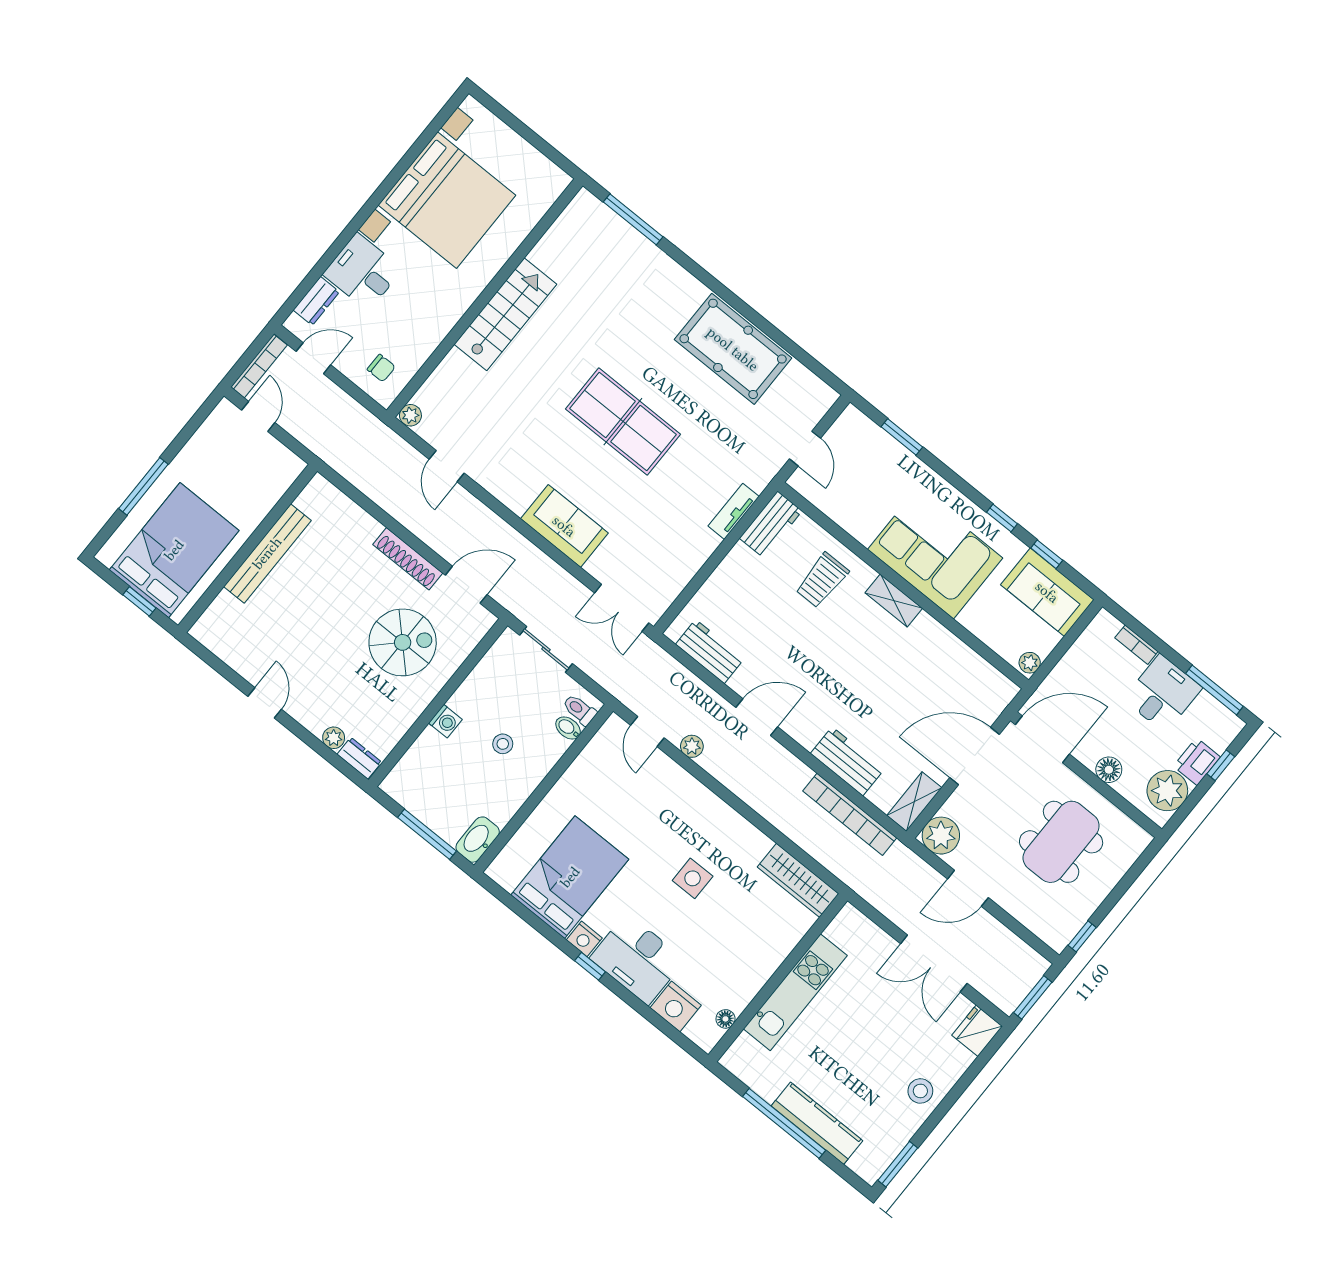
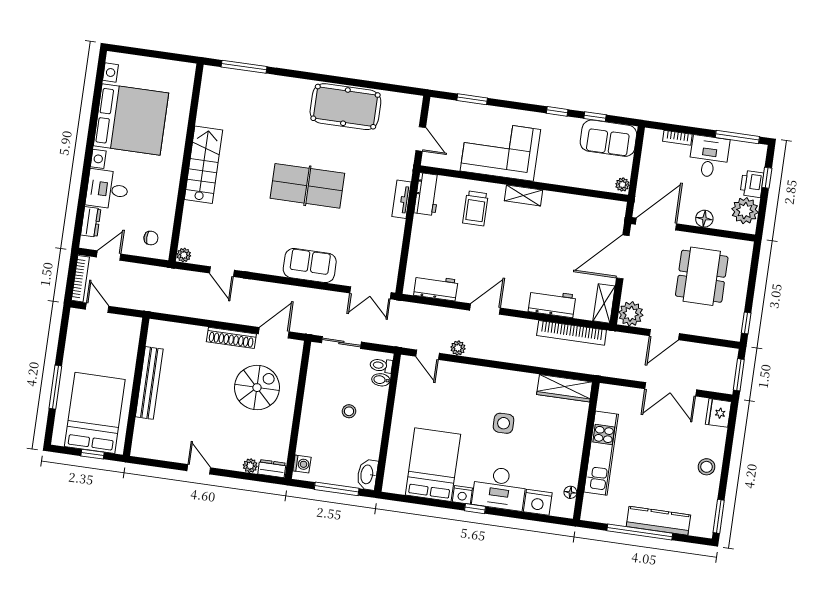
corner sofa: (935, 554) -> (500, 150), moved
washing machine: (445, 721) -> (302, 464), moved

